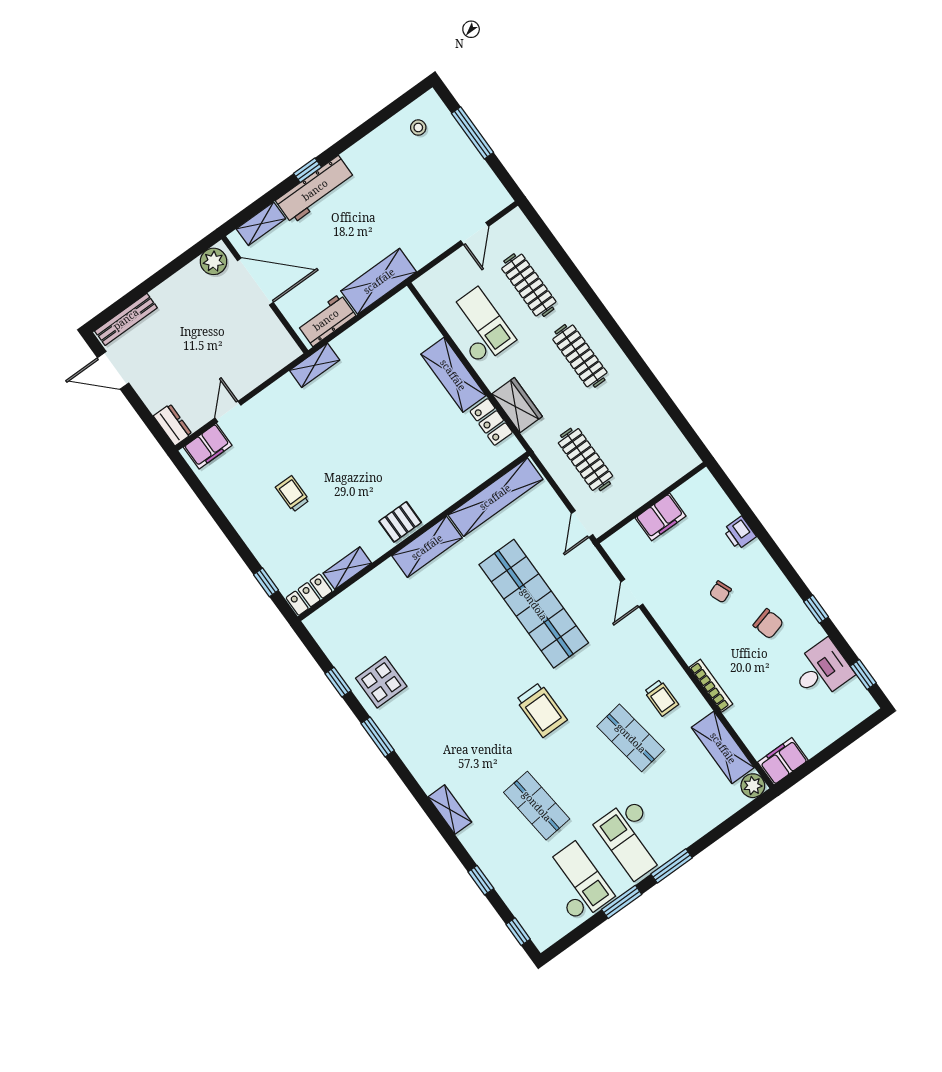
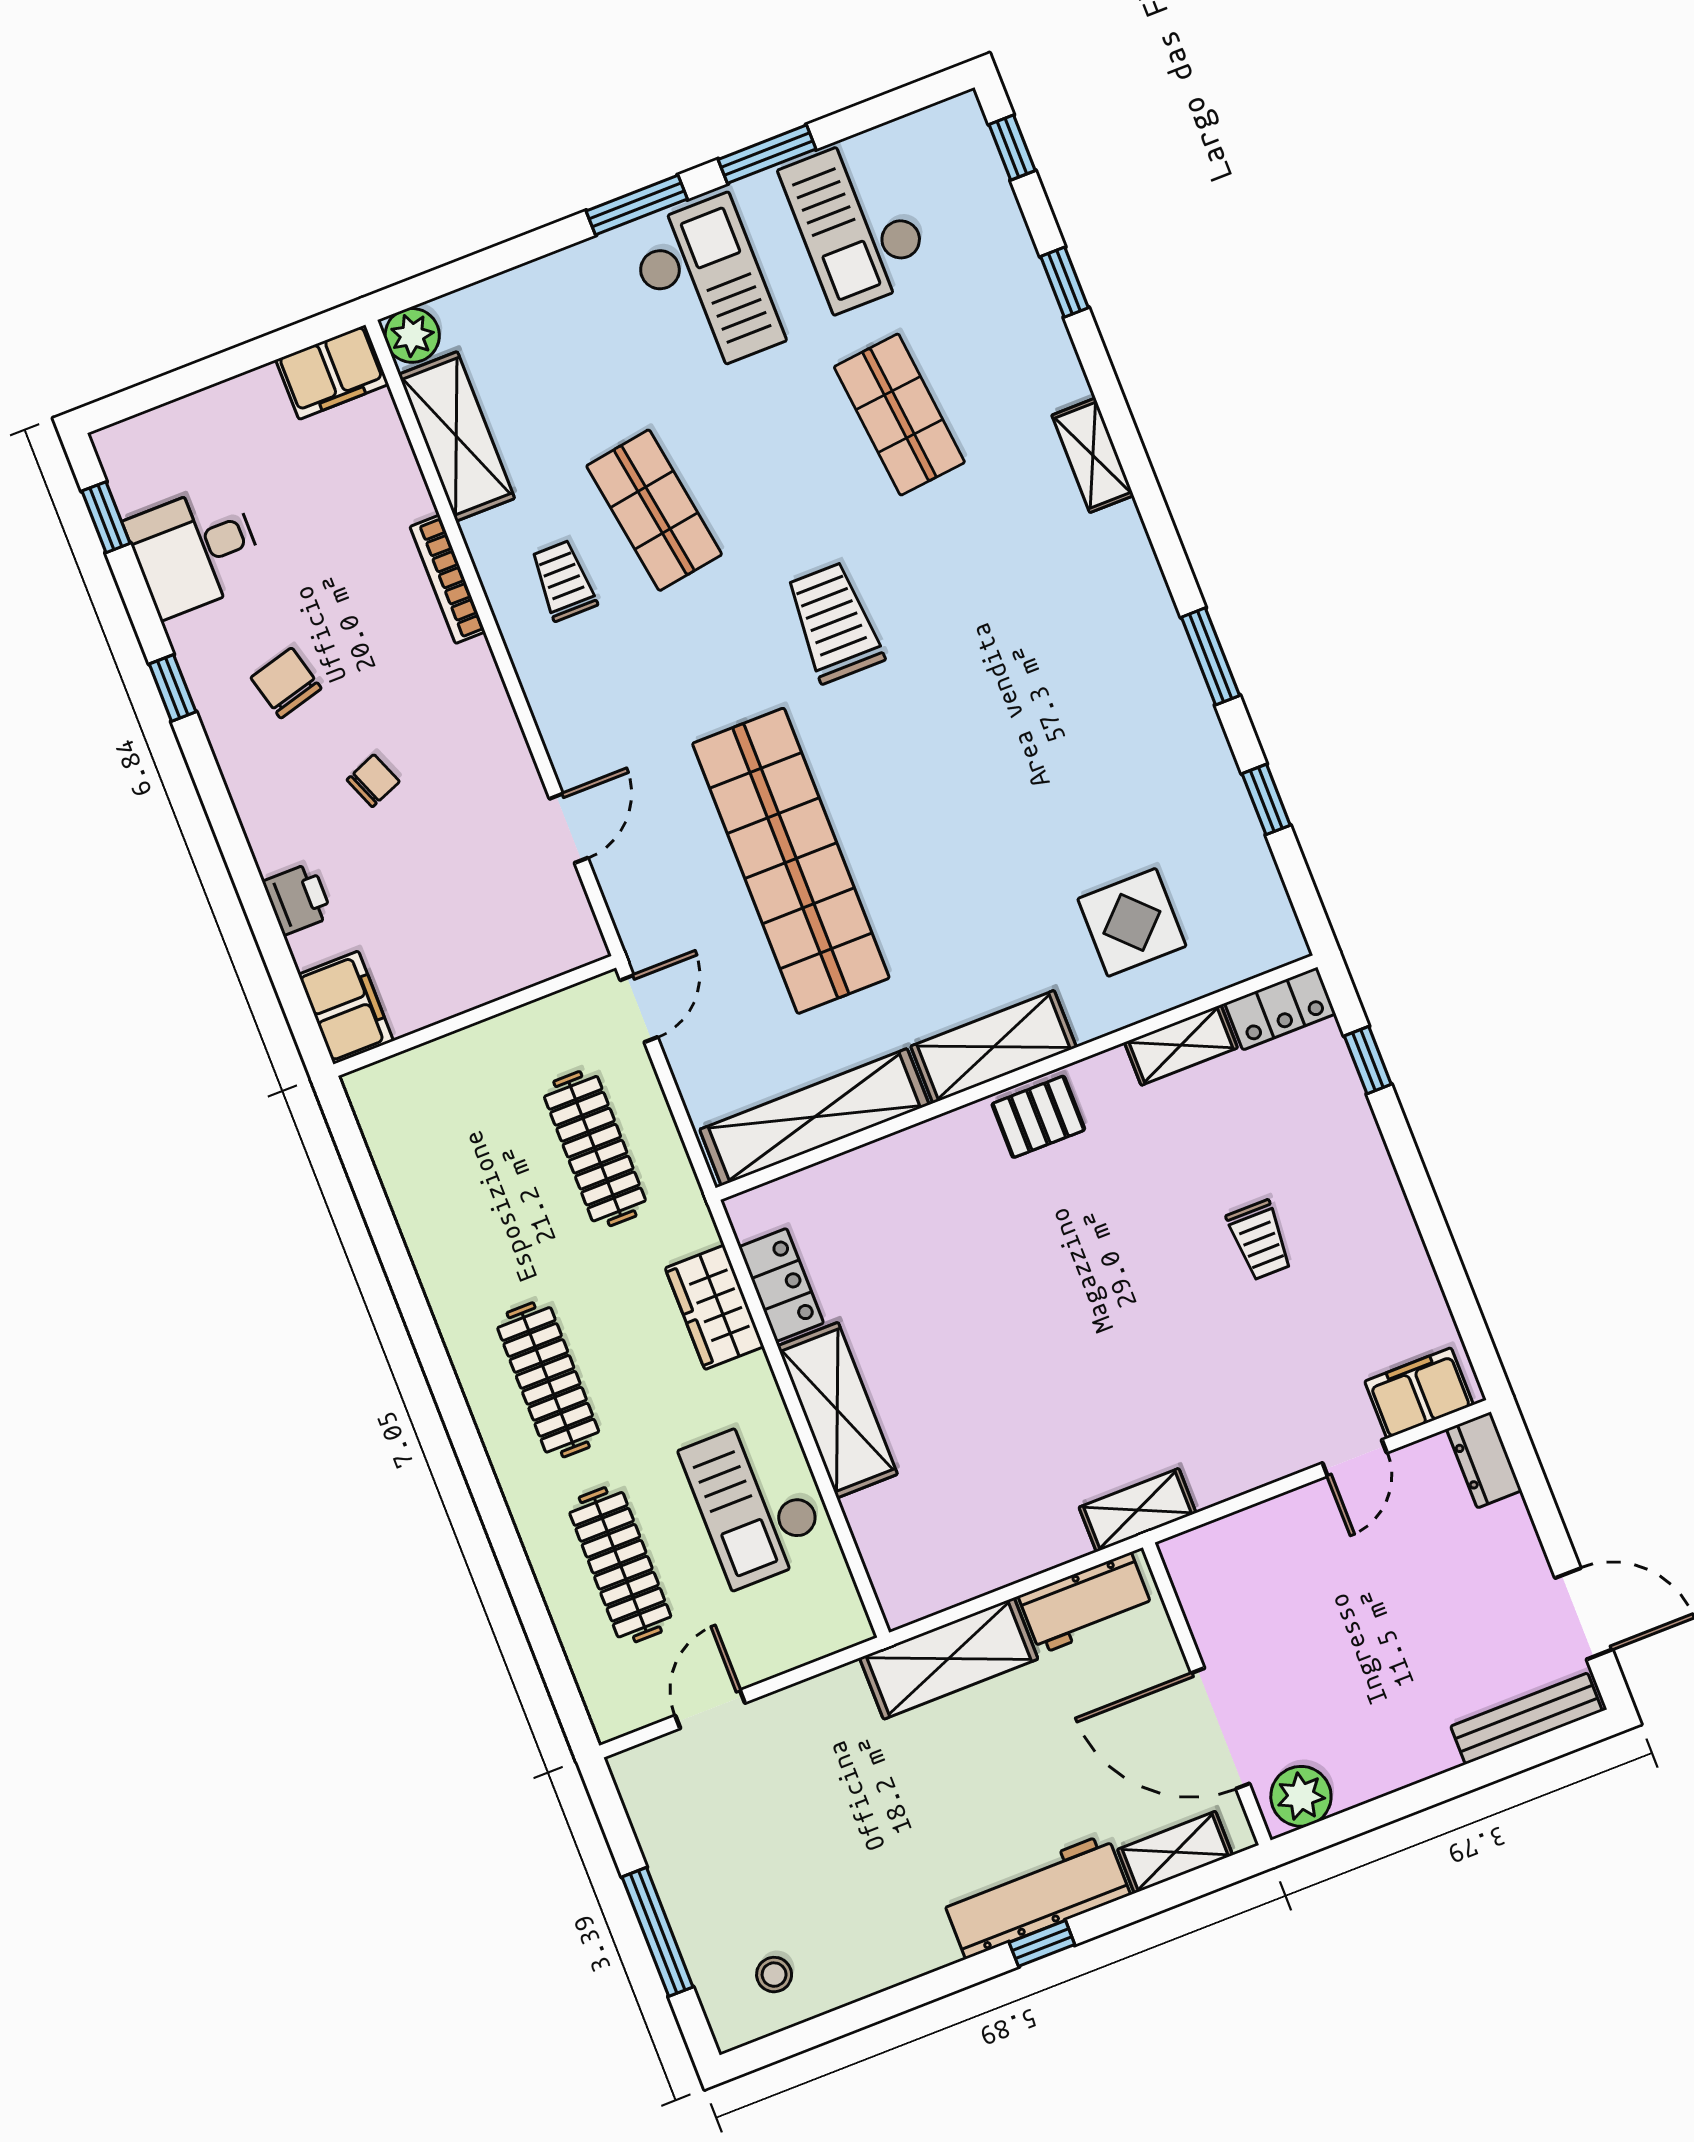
filing cabinet: (661, 517) -> (346, 1008), moved, turned 90
display table: (381, 682) -> (1132, 922), moved

